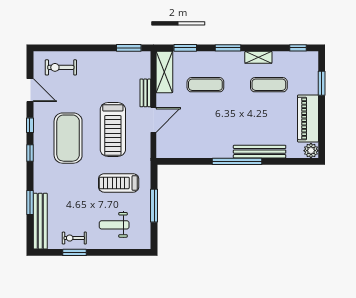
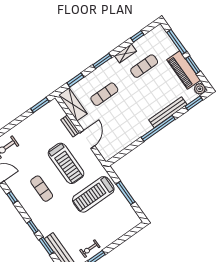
window: (298, 48) -> (137, 36), moved
window: (322, 83) -> (177, 42), width x1.44
window: (322, 120) -> (193, 65), added
exercise mat: (68, 138) -> (42, 189), width x0.50, depth x0.69
window: (30, 153) -> (33, 227), moved
window: (294, 161) -> (194, 103), added
treadmill: (119, 183) -> (93, 194), width x1.37, depth x1.38
weight bench: (114, 225) -> (109, 223), removed

